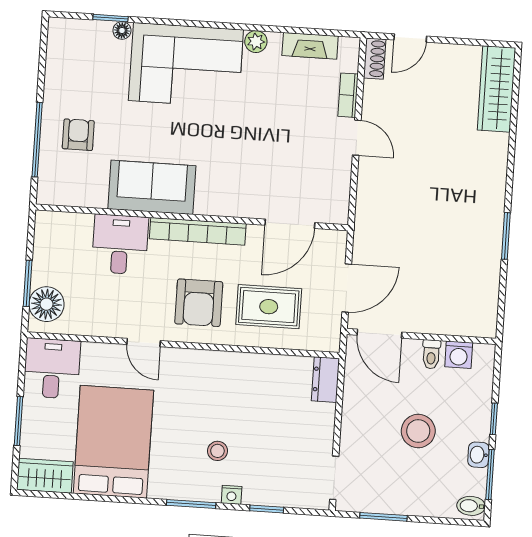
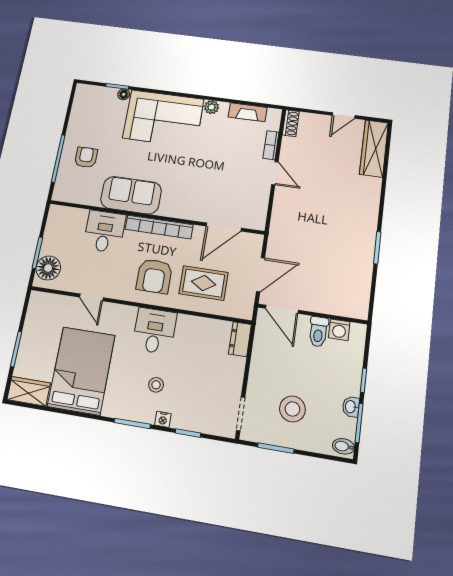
door: (410, 38) -> (344, 115), moved
door: (144, 342) -> (91, 297), moved
toilet: (431, 354) -> (318, 332), width x1.37, depth x1.39
desk: (52, 368) -> (154, 331), moved
stool: (418, 431) -> (292, 409), moved

